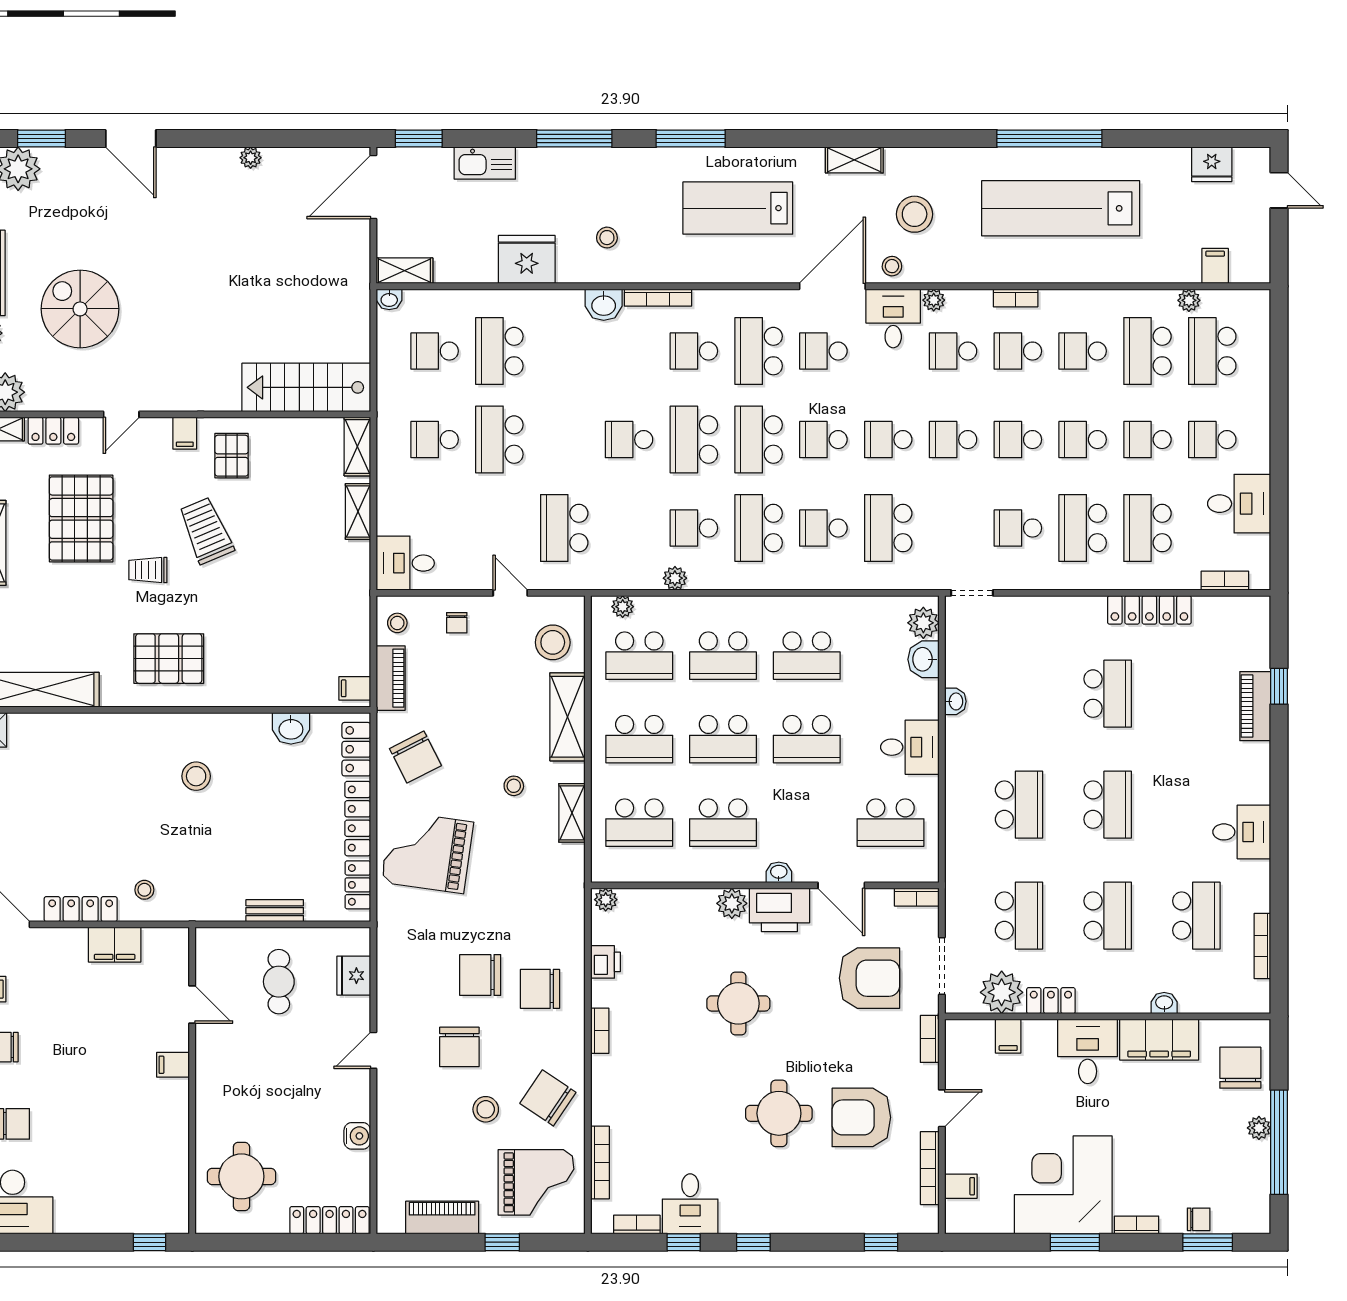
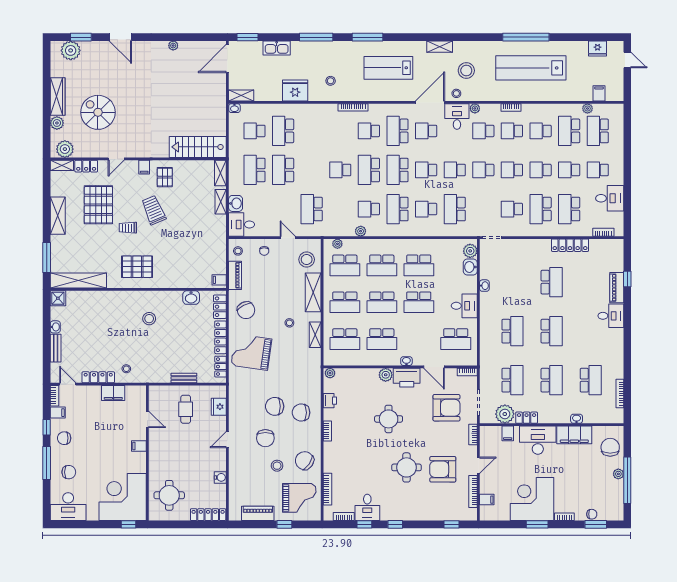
washbasin: (604, 305) -> (236, 203), moved, turned -90
school desk: (435, 440) -> (254, 170), width x1.85
desk: (1242, 832) -> (611, 316), moved
desk: (1088, 1051) -> (538, 440), width x1.37
corner desk: (136, 1180) -> (123, 497), added

